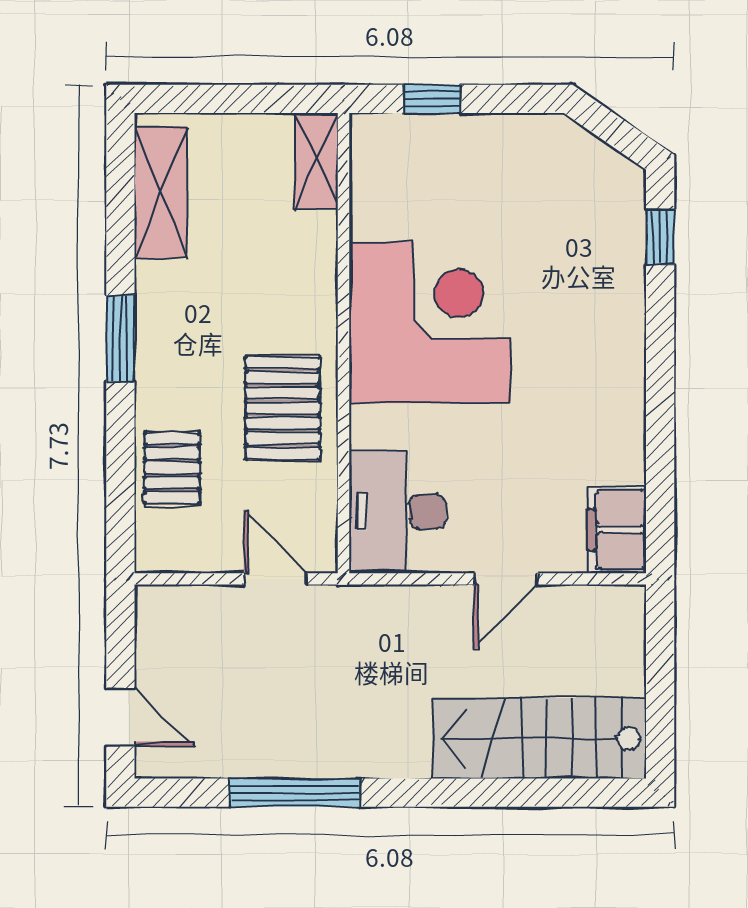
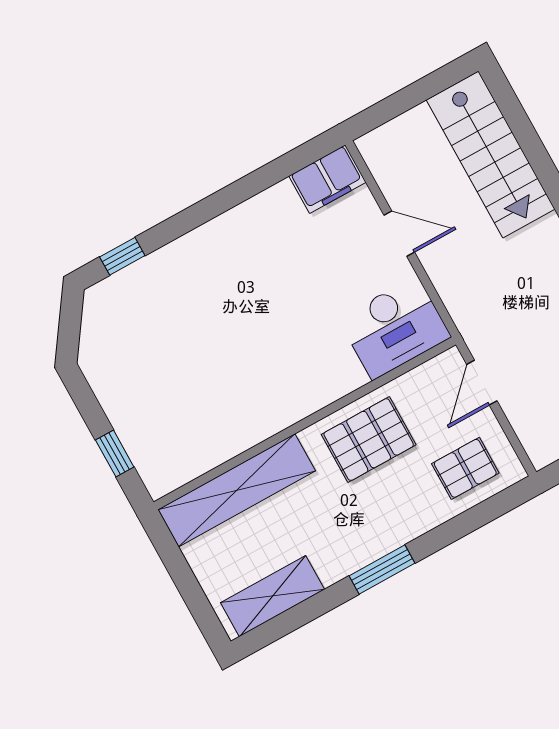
shelving: (316, 161) -> (237, 490), width x2.20, depth x1.33
corner desk: (430, 322) -> (260, 375), removed
pallet: (172, 468) -> (465, 468), moved

